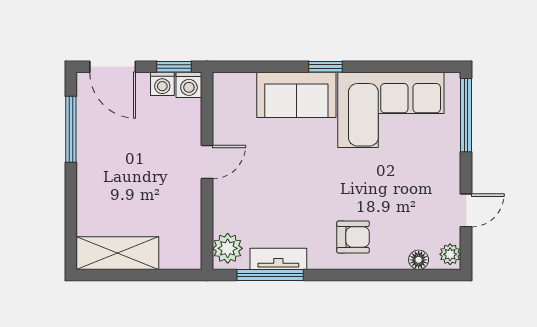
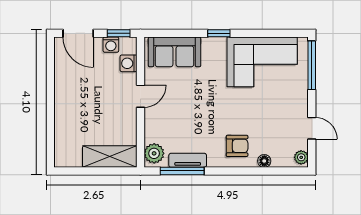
washing machine: (189, 85) -> (129, 63), moved, turned 90
sofa: (296, 95) -> (175, 52), moved
window: (71, 129) -> (50, 75), removed
door: (466, 210) -> (312, 128), hinge flipped
shelving: (117, 253) -> (110, 157), moved
floor lamp: (419, 260) -> (264, 161), moved

